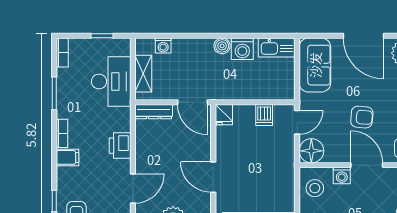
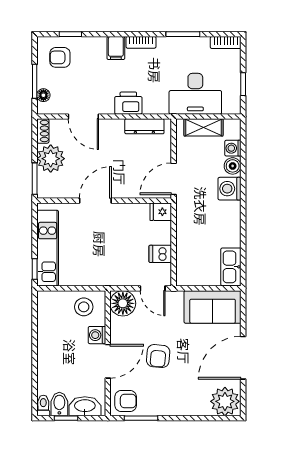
boiler: (222, 46) -> (233, 166), moved
washing machine: (242, 49) -> (230, 189), moved
dresser: (154, 112) -> (144, 126), moved, turned -90

